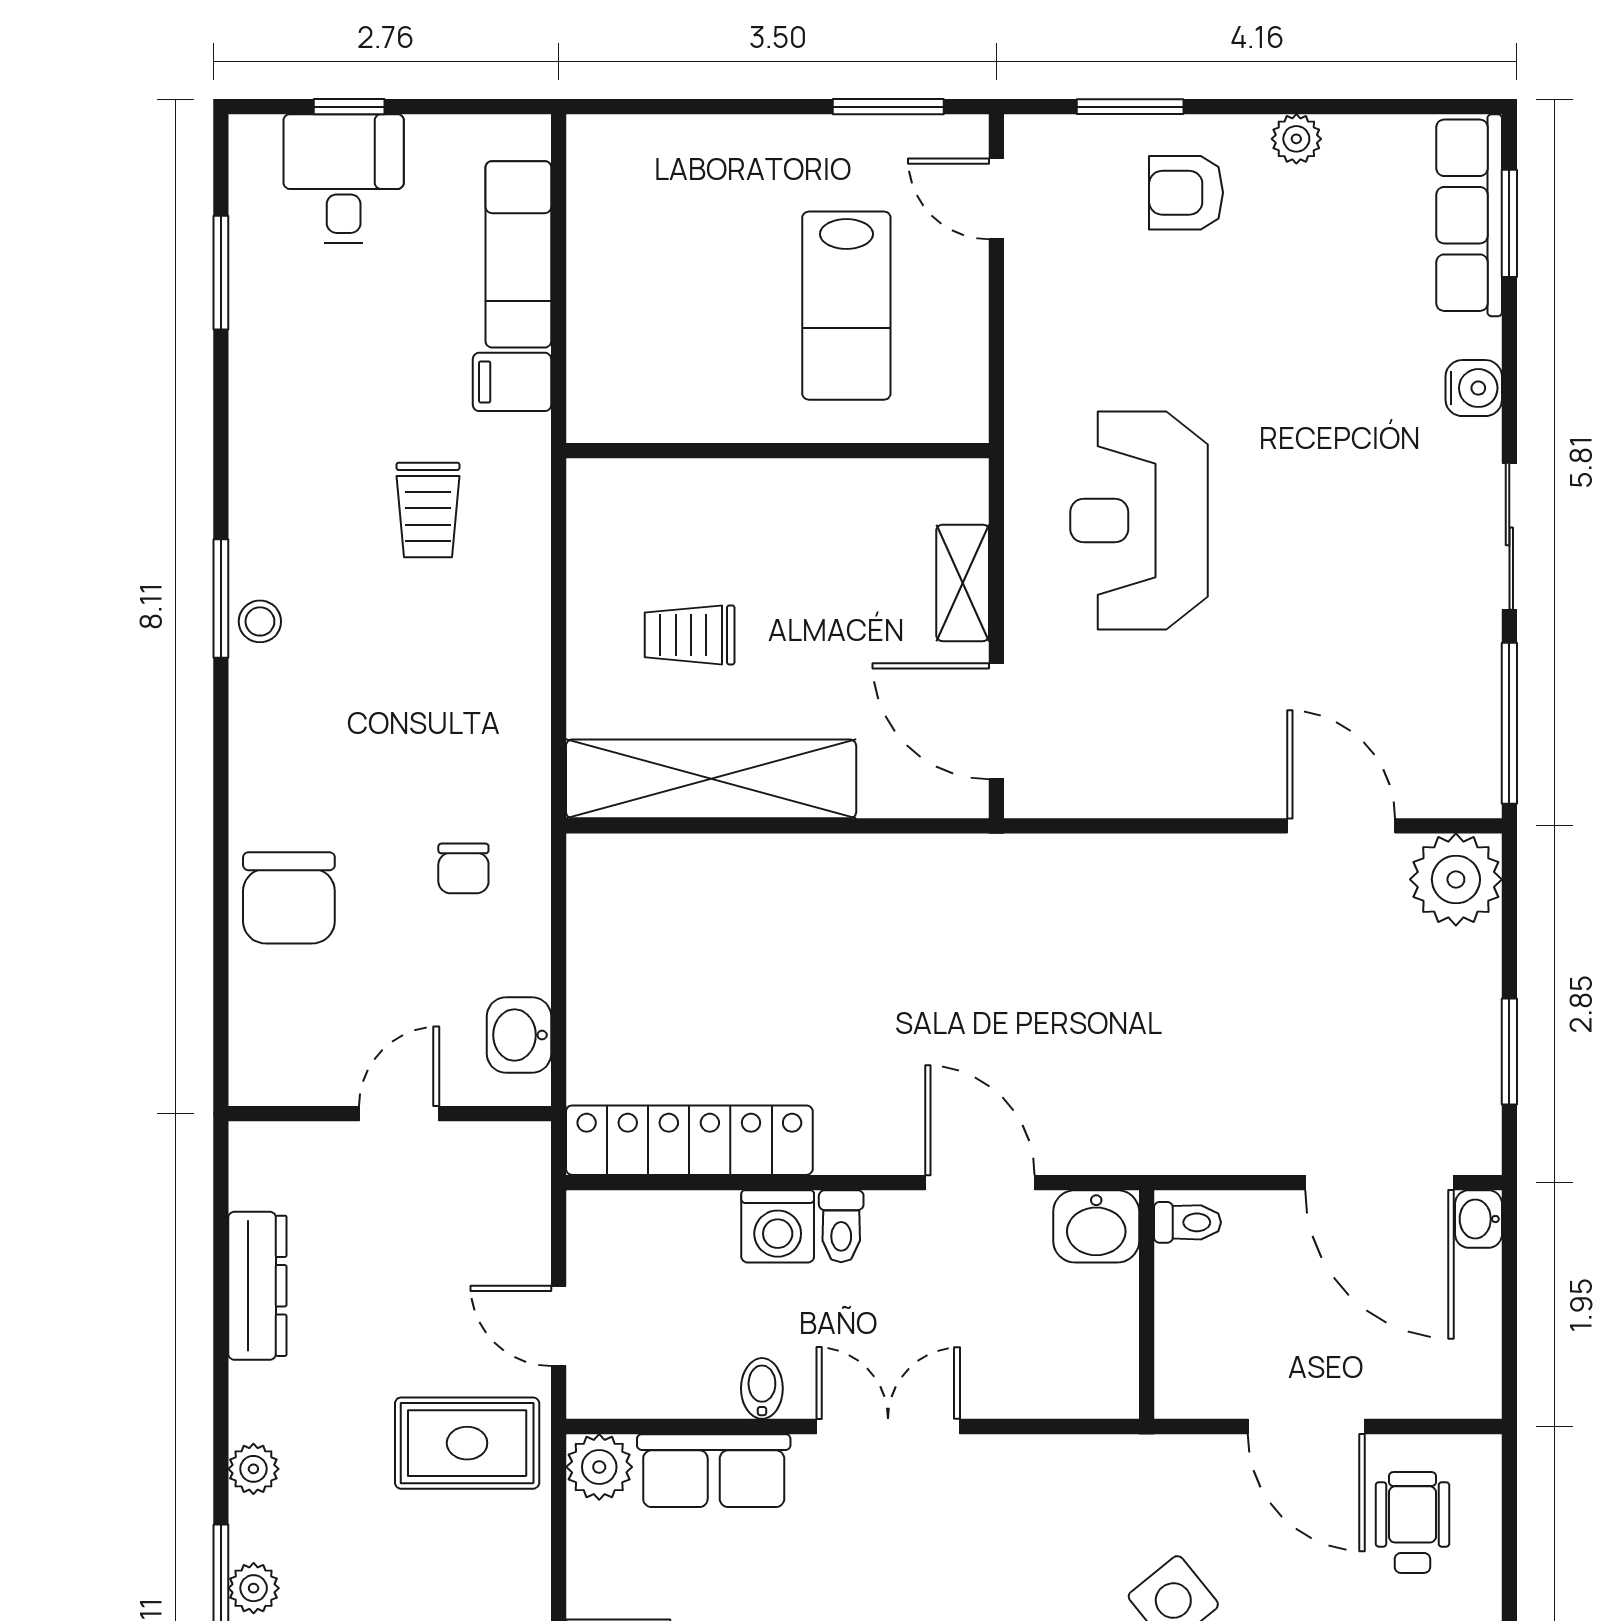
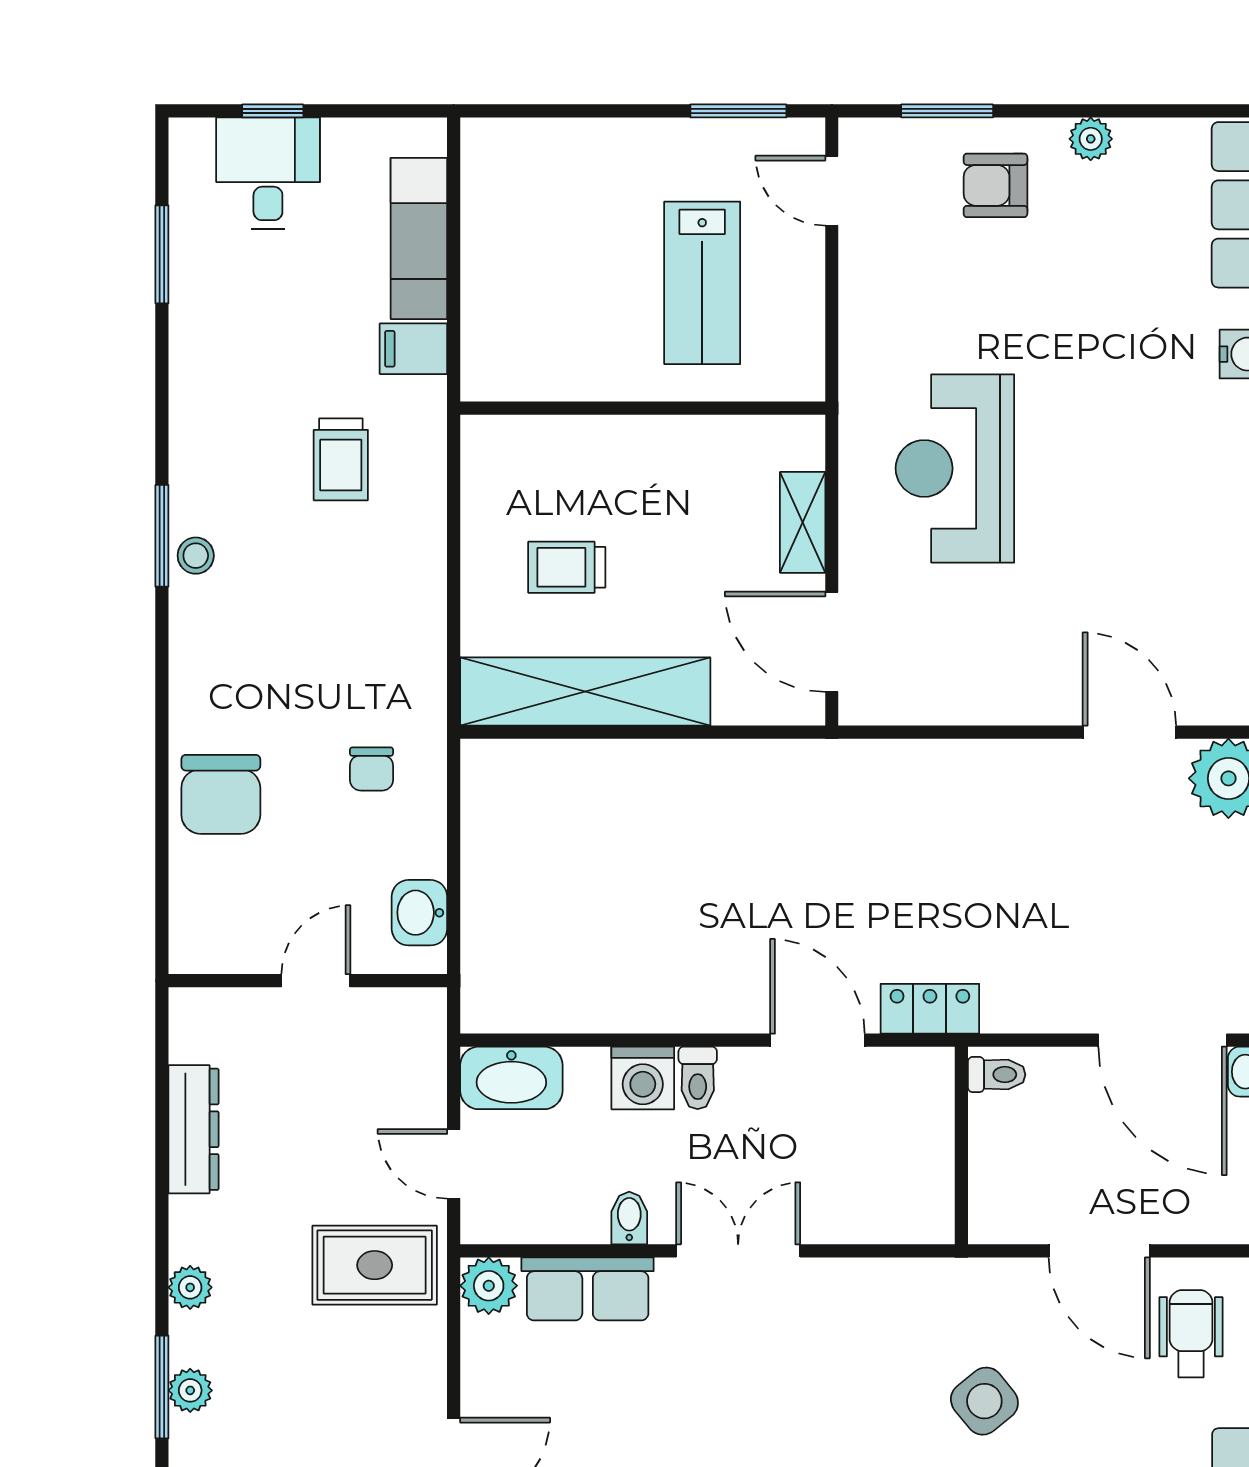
locker: (689, 1140) -> (930, 1009), moved, width x0.46, depth x0.83
washbasin: (1096, 1226) -> (511, 1078), moved, width x1.38

